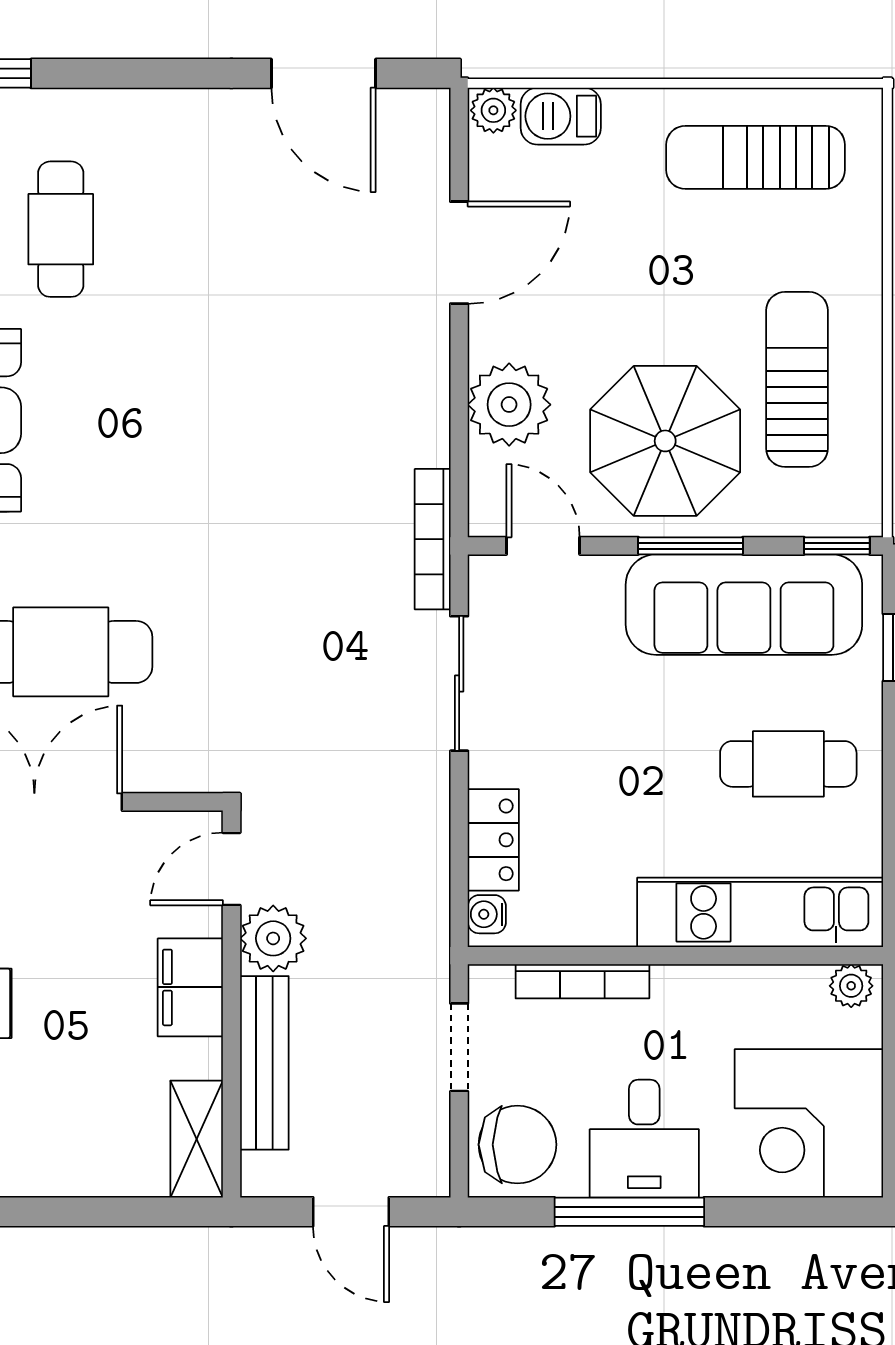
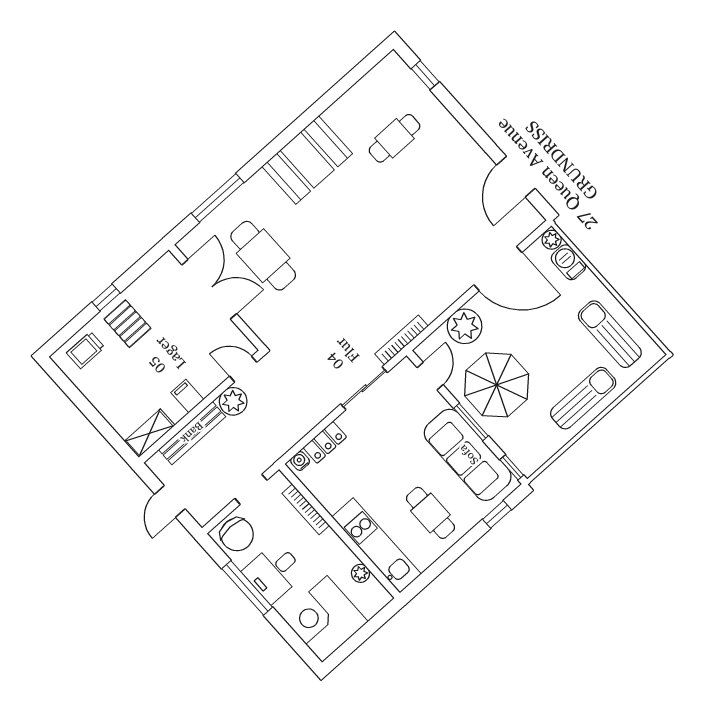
door: (459, 253) -> (498, 269), width x1.36
sun lounger: (797, 379) -> (583, 398), moved
plant: (851, 986) -> (360, 573), moved
filing cabinet: (190, 987) -> (187, 396), width x0.50

